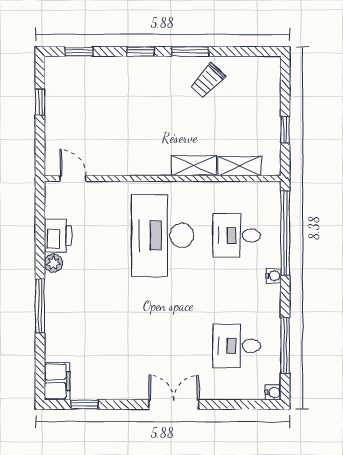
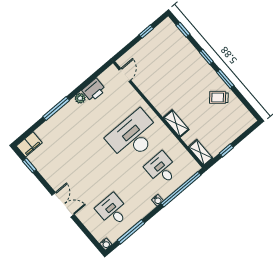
shelving: (240, 166) -> (201, 153), moved

